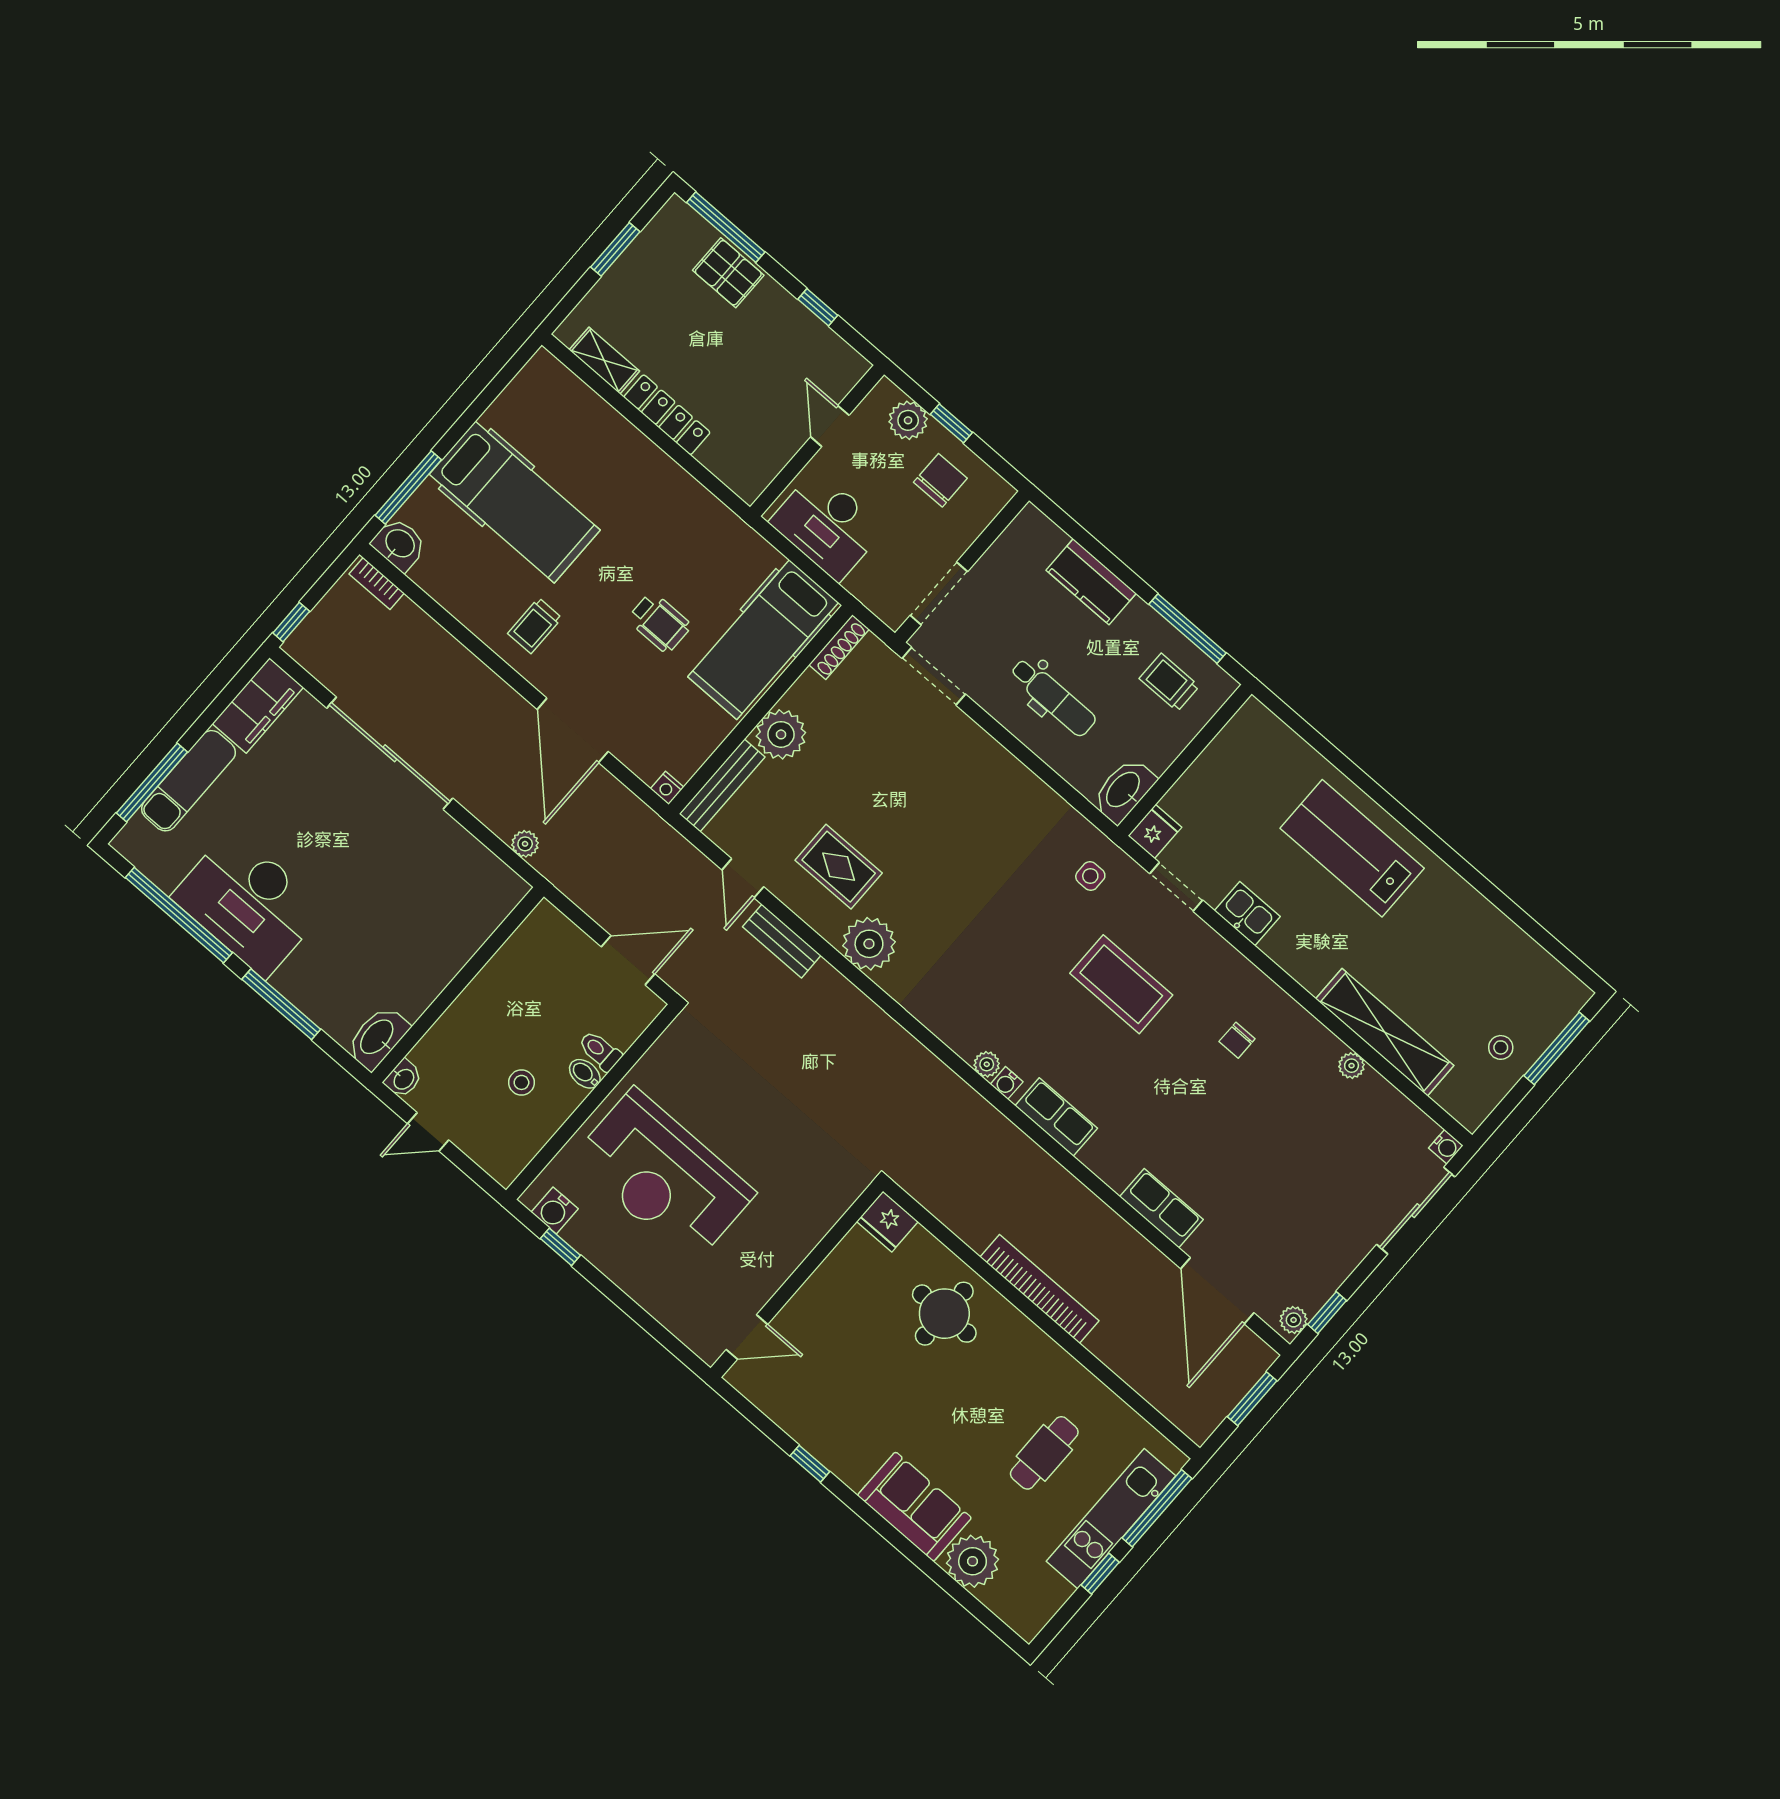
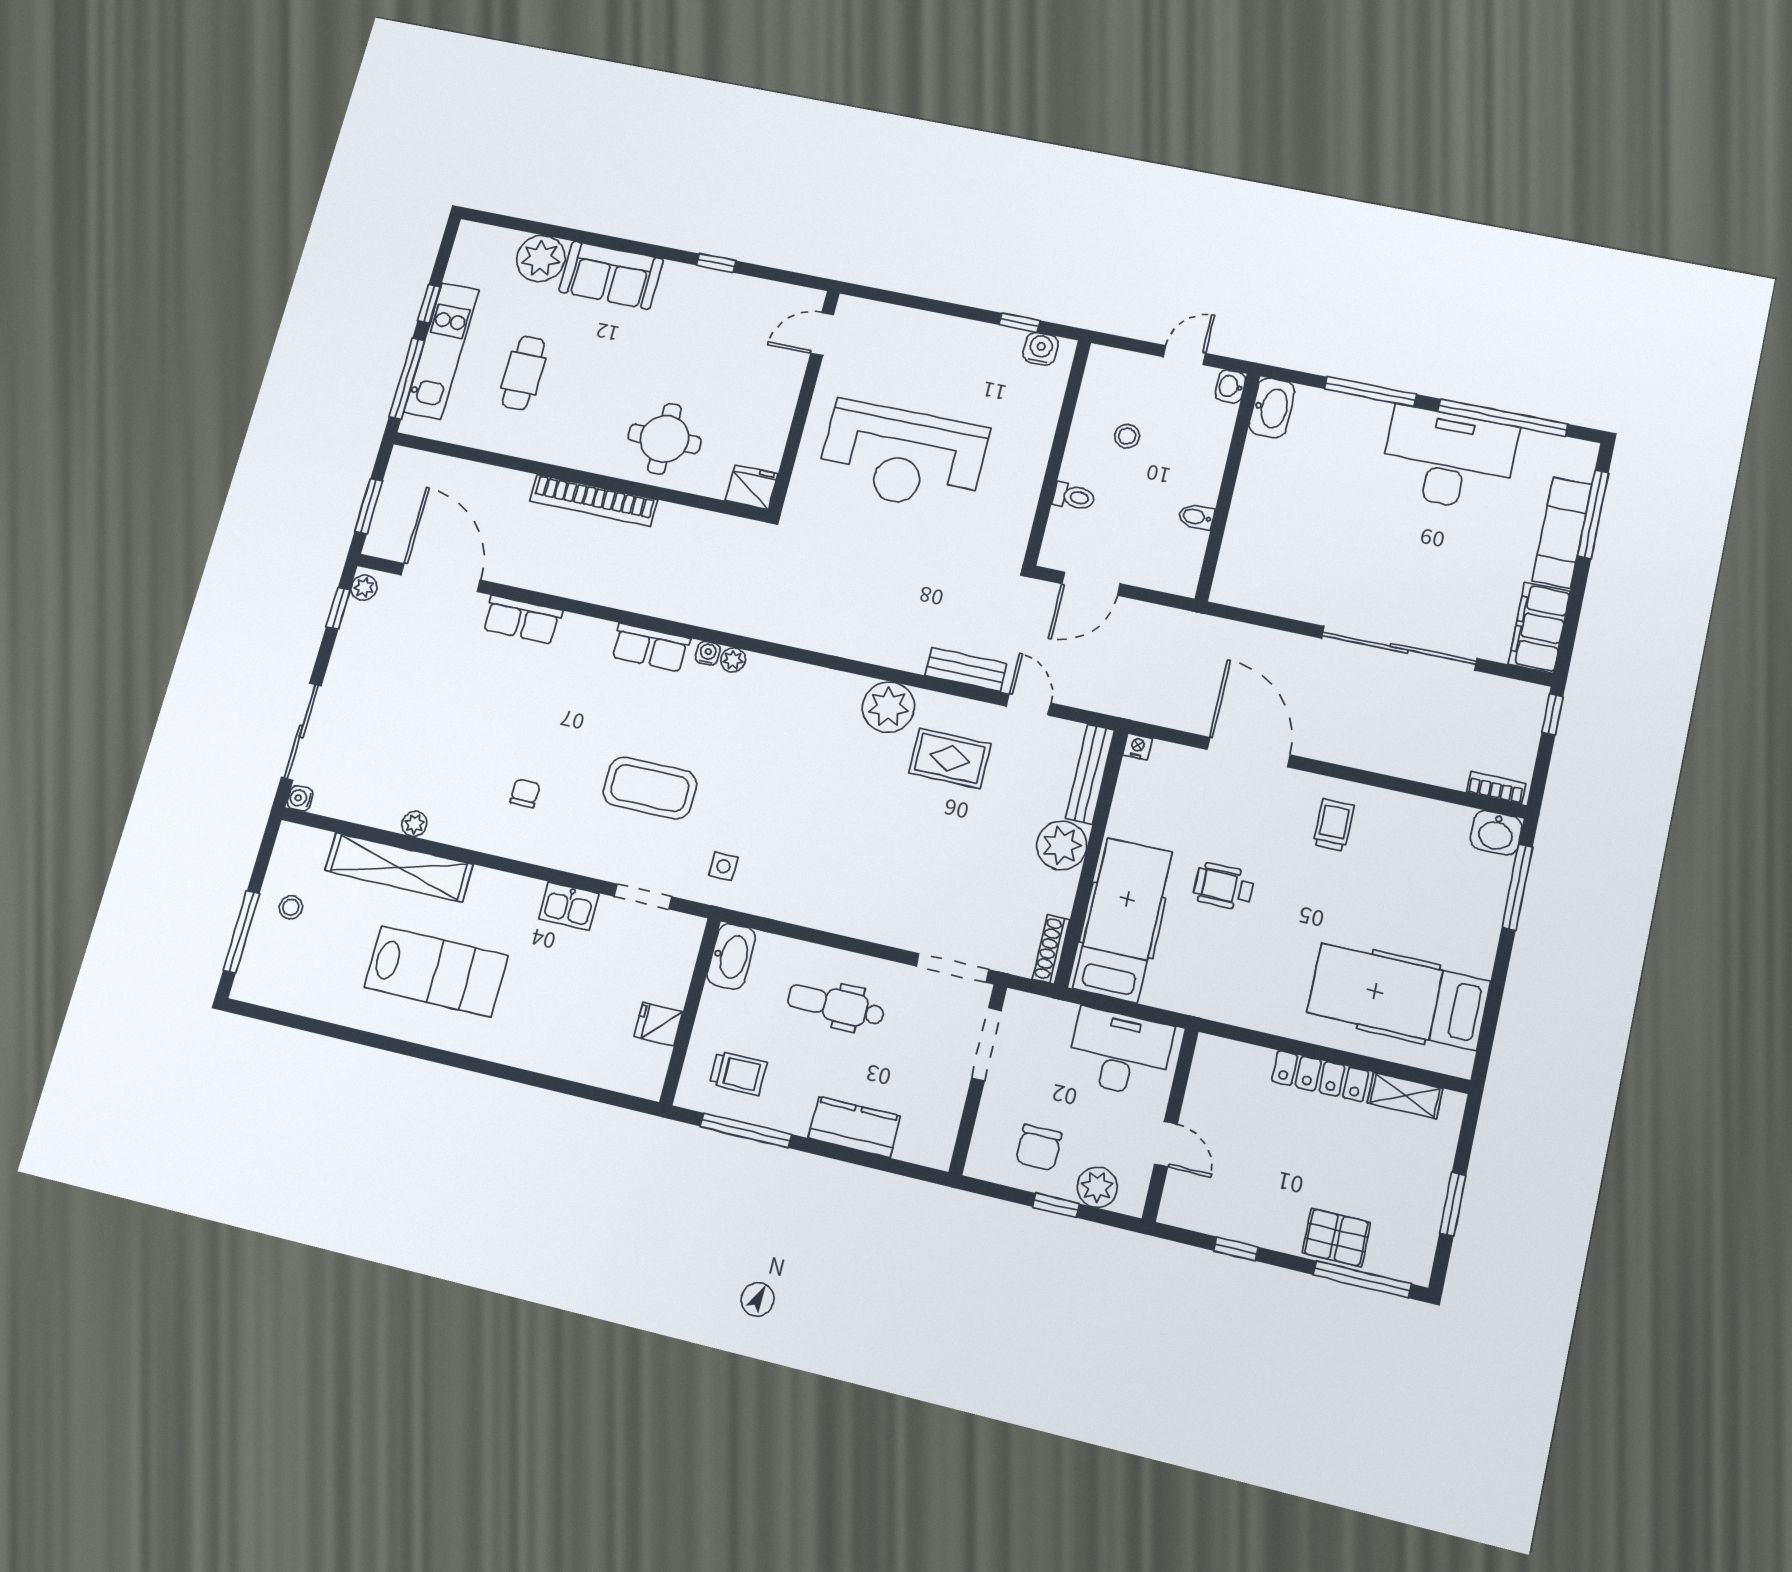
hospital bed: (515, 502) -> (1399, 997), moved
fridge: (1155, 832) -> (658, 1024), moved, turned 90
plant: (525, 844) -> (1236, 634), removed
lab bench: (1352, 848) -> (436, 971), moved
bidet: (585, 1074) -> (1196, 517), moved, turned 180
reception desk: (663, 1176) -> (903, 457), moved, turned 180

